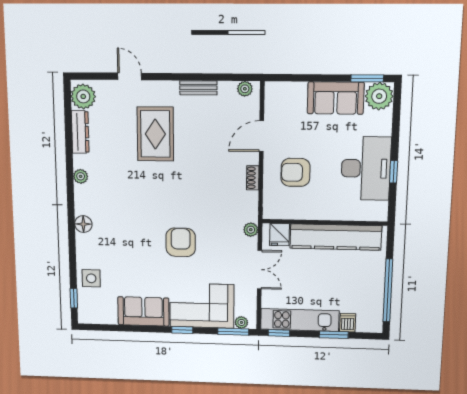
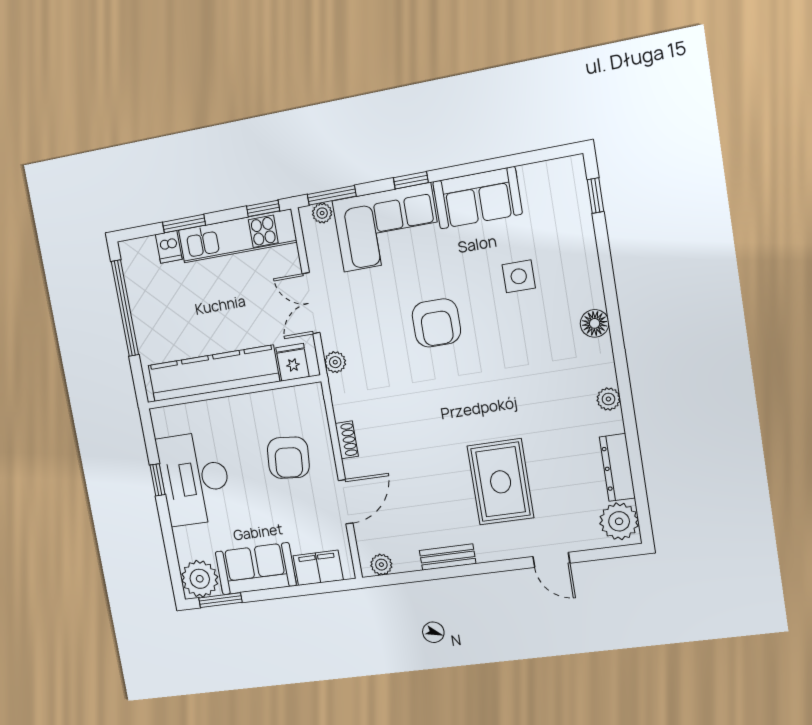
filing cabinet: (290, 93) -> (318, 568), added
armchair: (295, 172) -> (288, 458), turned 95
side table: (91, 278) -> (519, 276), moved

